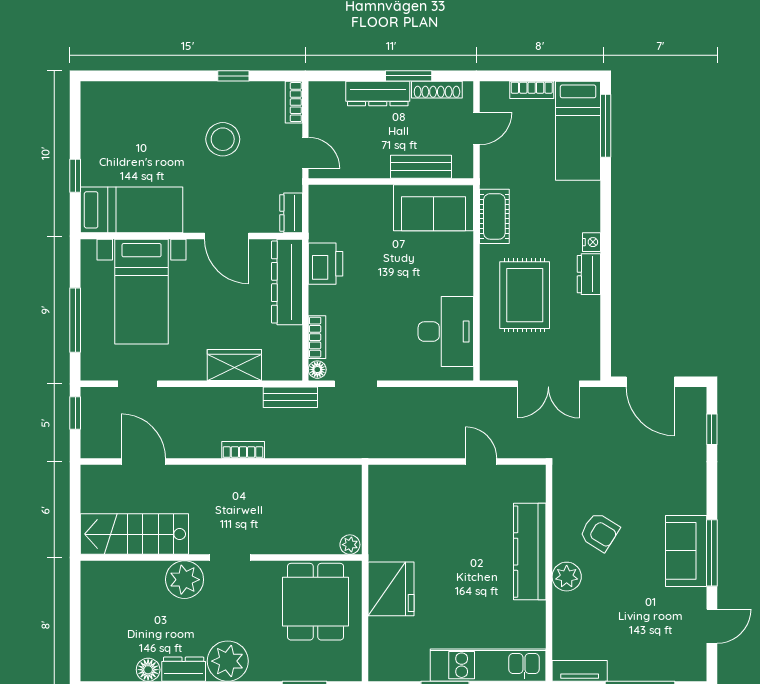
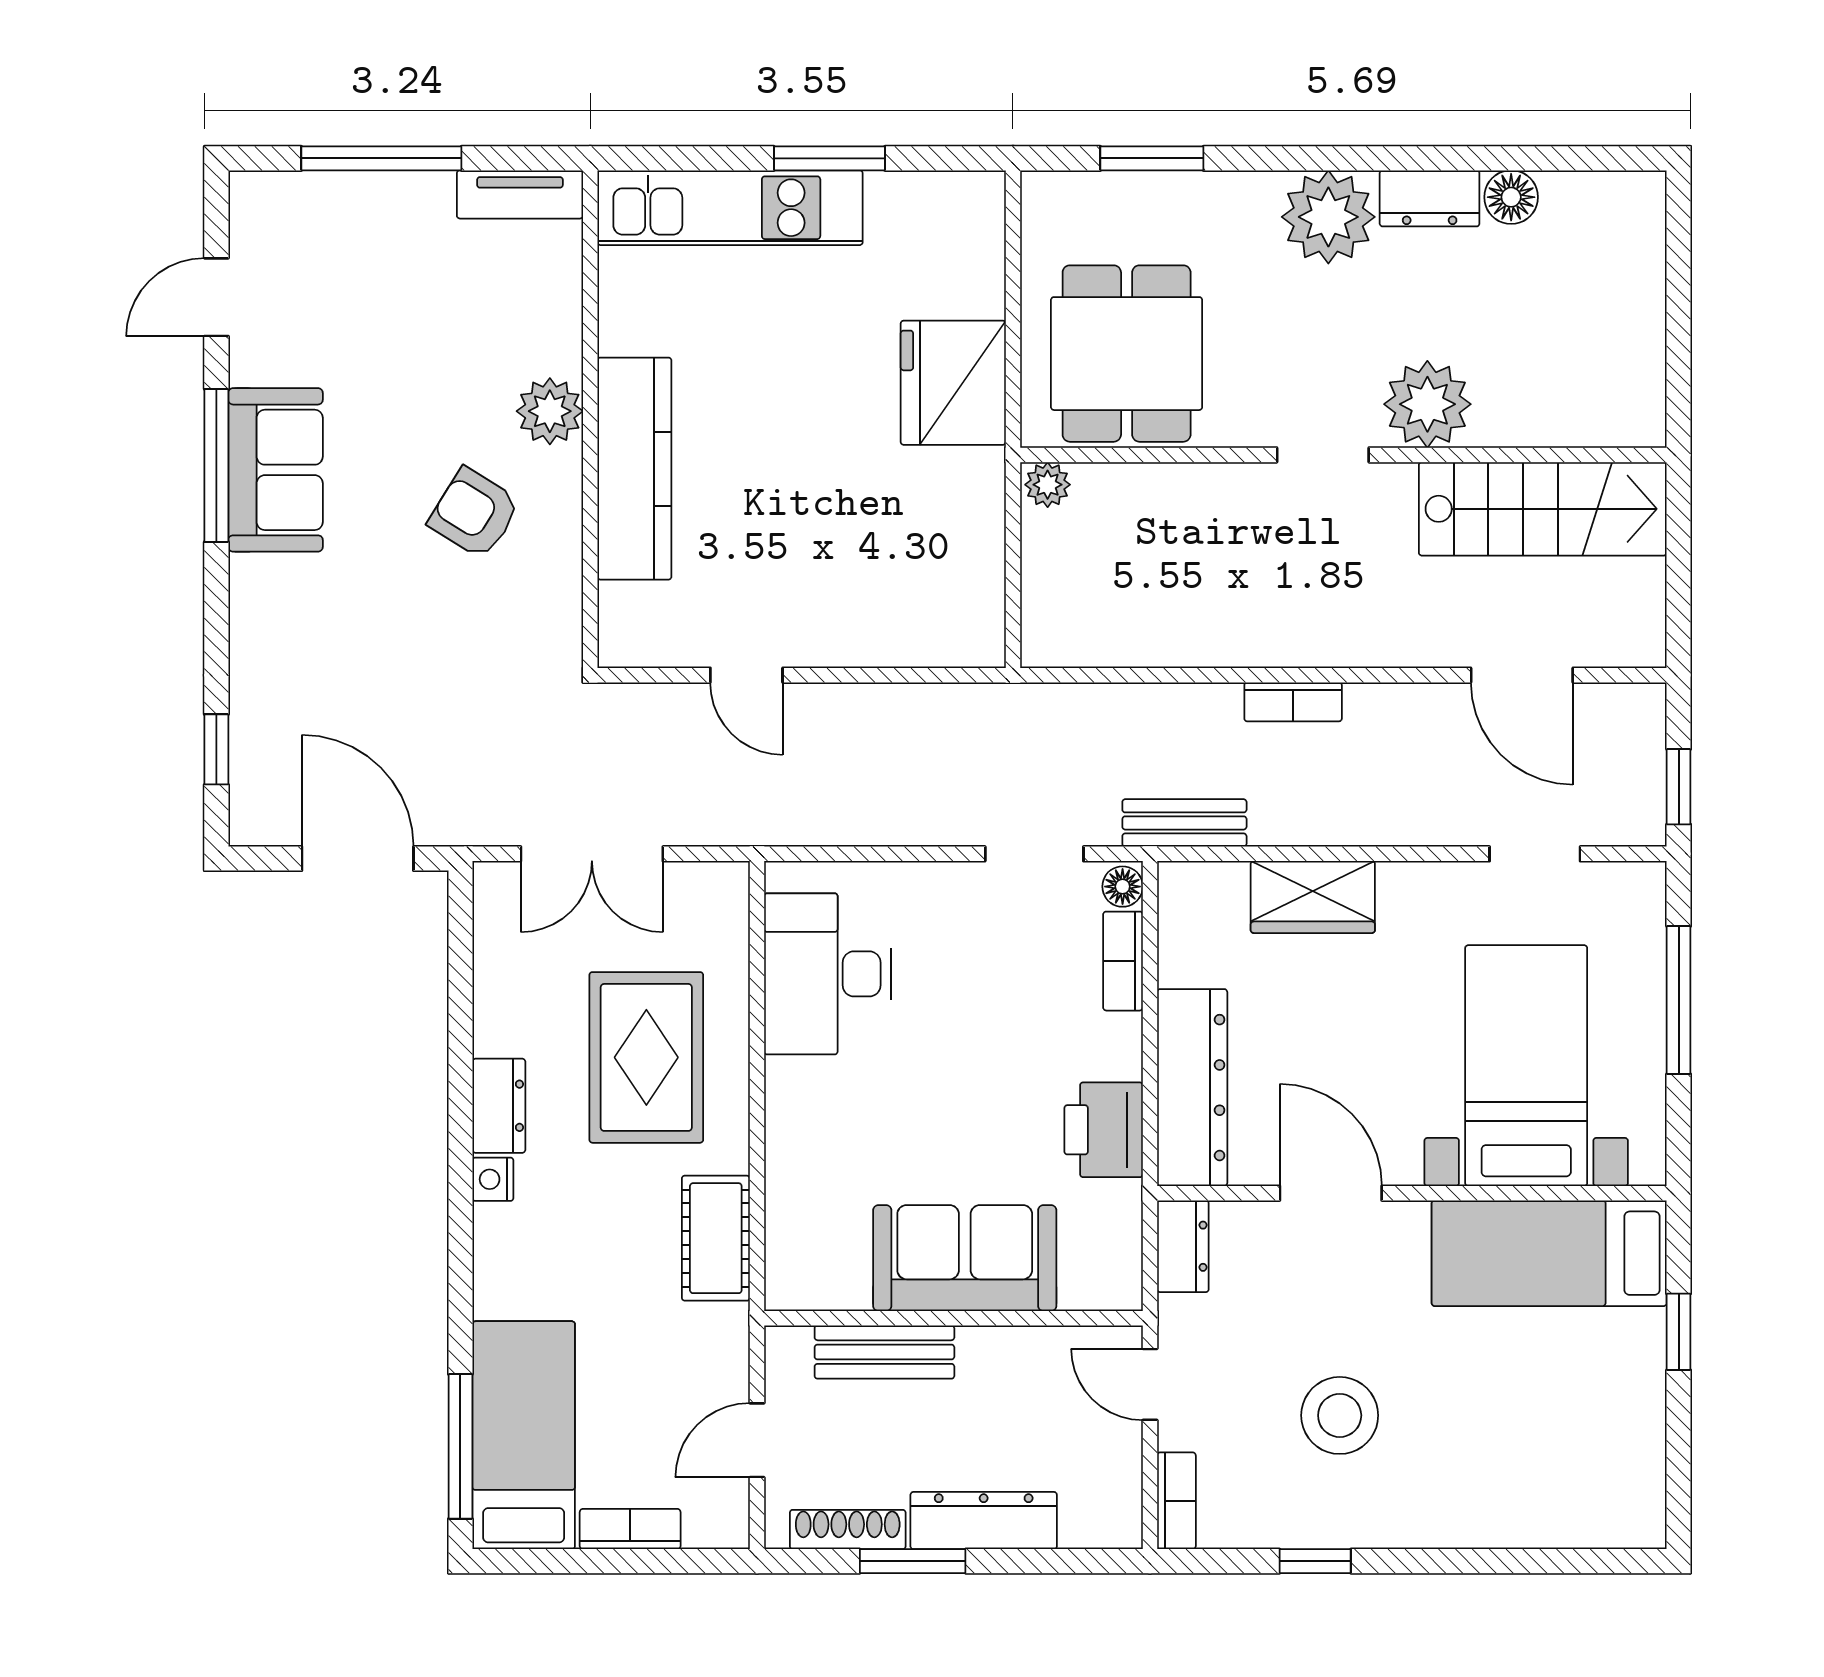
sofa: (433, 208) -> (965, 1258), moved
double door: (548, 384) -> (592, 854), swing flipped

